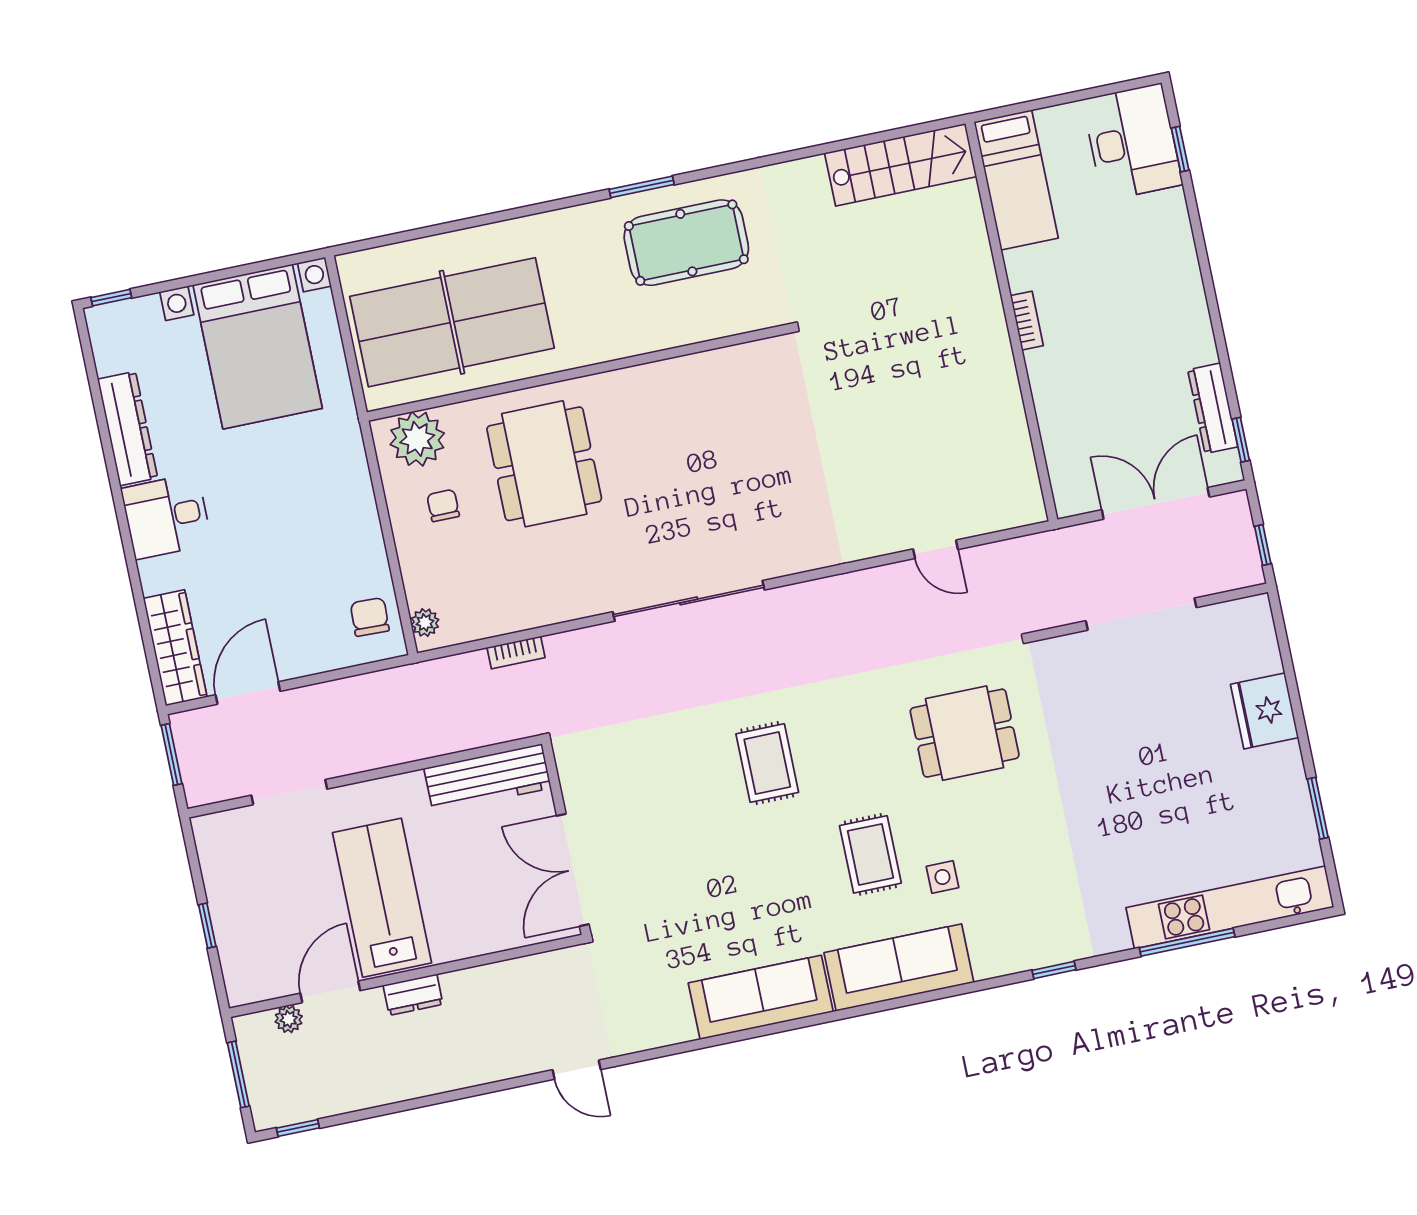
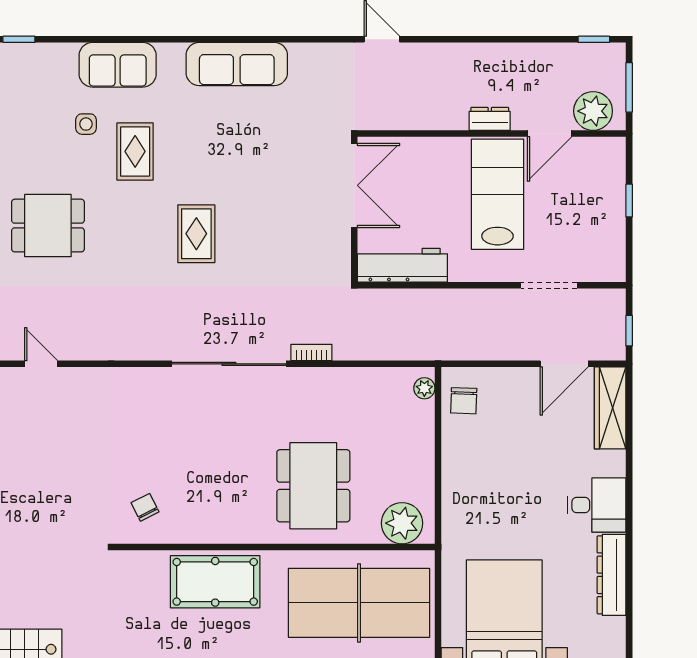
pool table: (686, 243) -> (215, 582), moved
chair: (443, 506) -> (145, 507), moved, turned 153
bookcase: (516, 653) -> (311, 353), moved
window: (171, 754) -> (629, 331), width x0.67
lab bench: (382, 898) -> (497, 194), turned 180
sofa: (899, 967) -> (118, 65), width x0.73
plant: (289, 1019) -> (593, 111), width x1.87, depth x1.87

